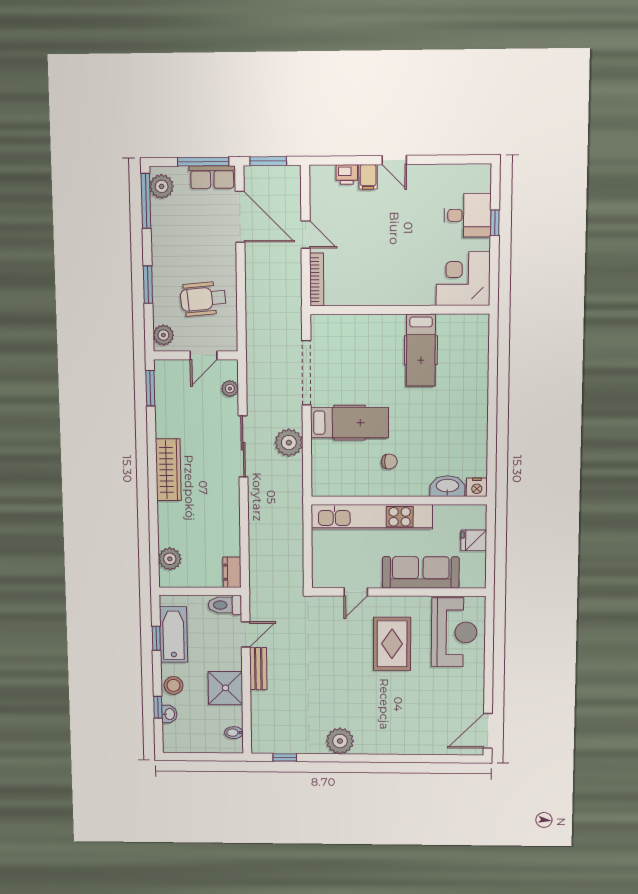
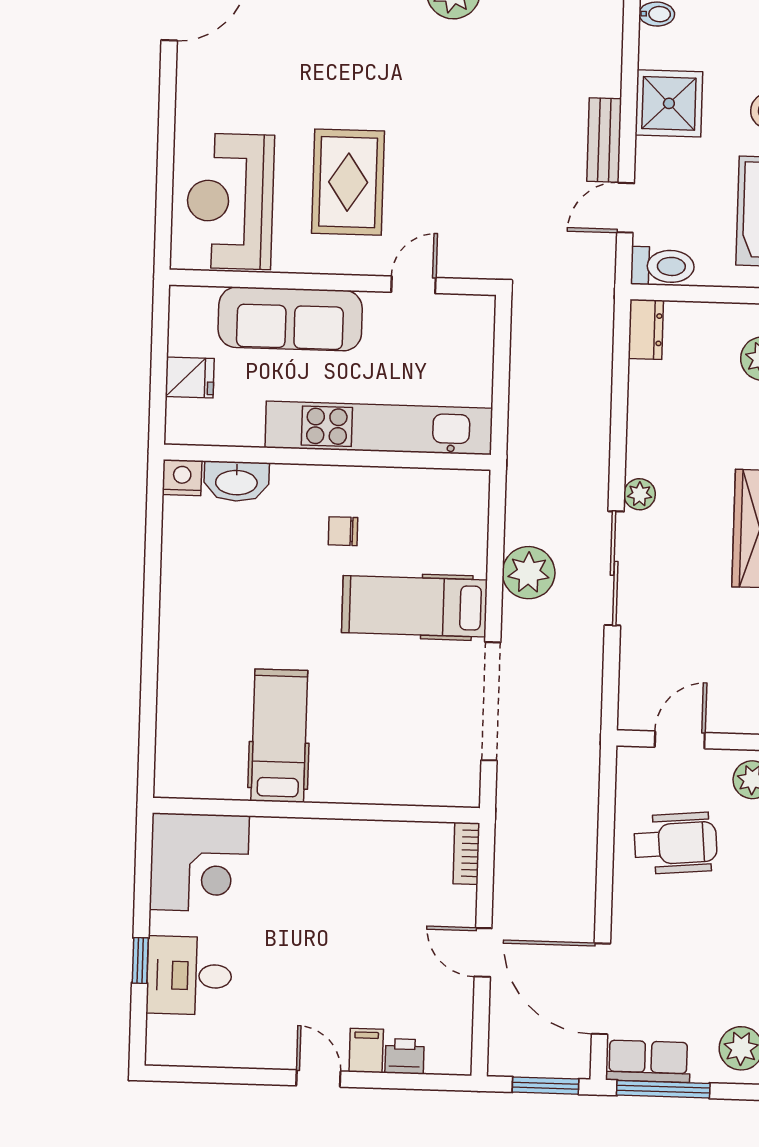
bookcase: (317, 280) -> (466, 853), width x0.64
plant: (230, 389) -> (640, 494), moved

